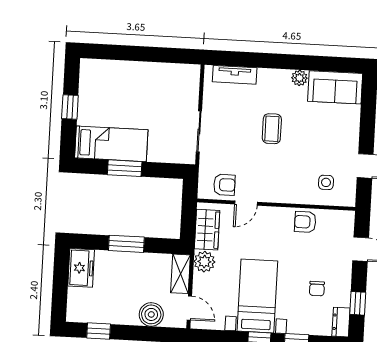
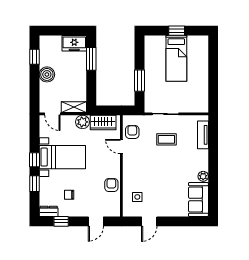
coffee table: (272, 129) -> (166, 139), moved
bed: (111, 144) -> (176, 58), moved
window: (125, 168) -> (139, 81), moved
armchair: (224, 185) -> (132, 132), turned 180
window: (126, 244) -> (91, 59), moved
door: (189, 308) -> (52, 114), hinge flipped
boiler: (151, 314) -> (47, 74), moved

